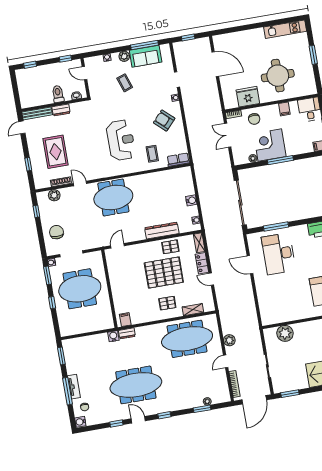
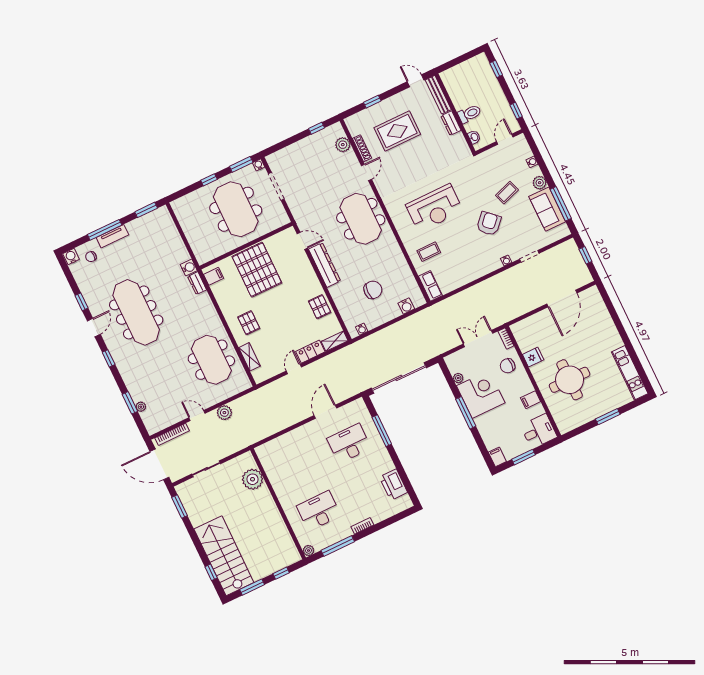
fridge: (248, 97) -> (533, 357), width x0.53, depth x0.75
armchair: (164, 120) -> (489, 224), moved
water cooler: (191, 200) -> (406, 306), moved
dresser: (162, 231) -> (325, 265), moved
chair: (57, 232) -> (373, 290), moved
desk: (279, 254) -> (349, 443), width x0.73, depth x0.77
pallet: (164, 273) -> (257, 270), moved
meeting table: (187, 339) -> (211, 360), width x0.73

